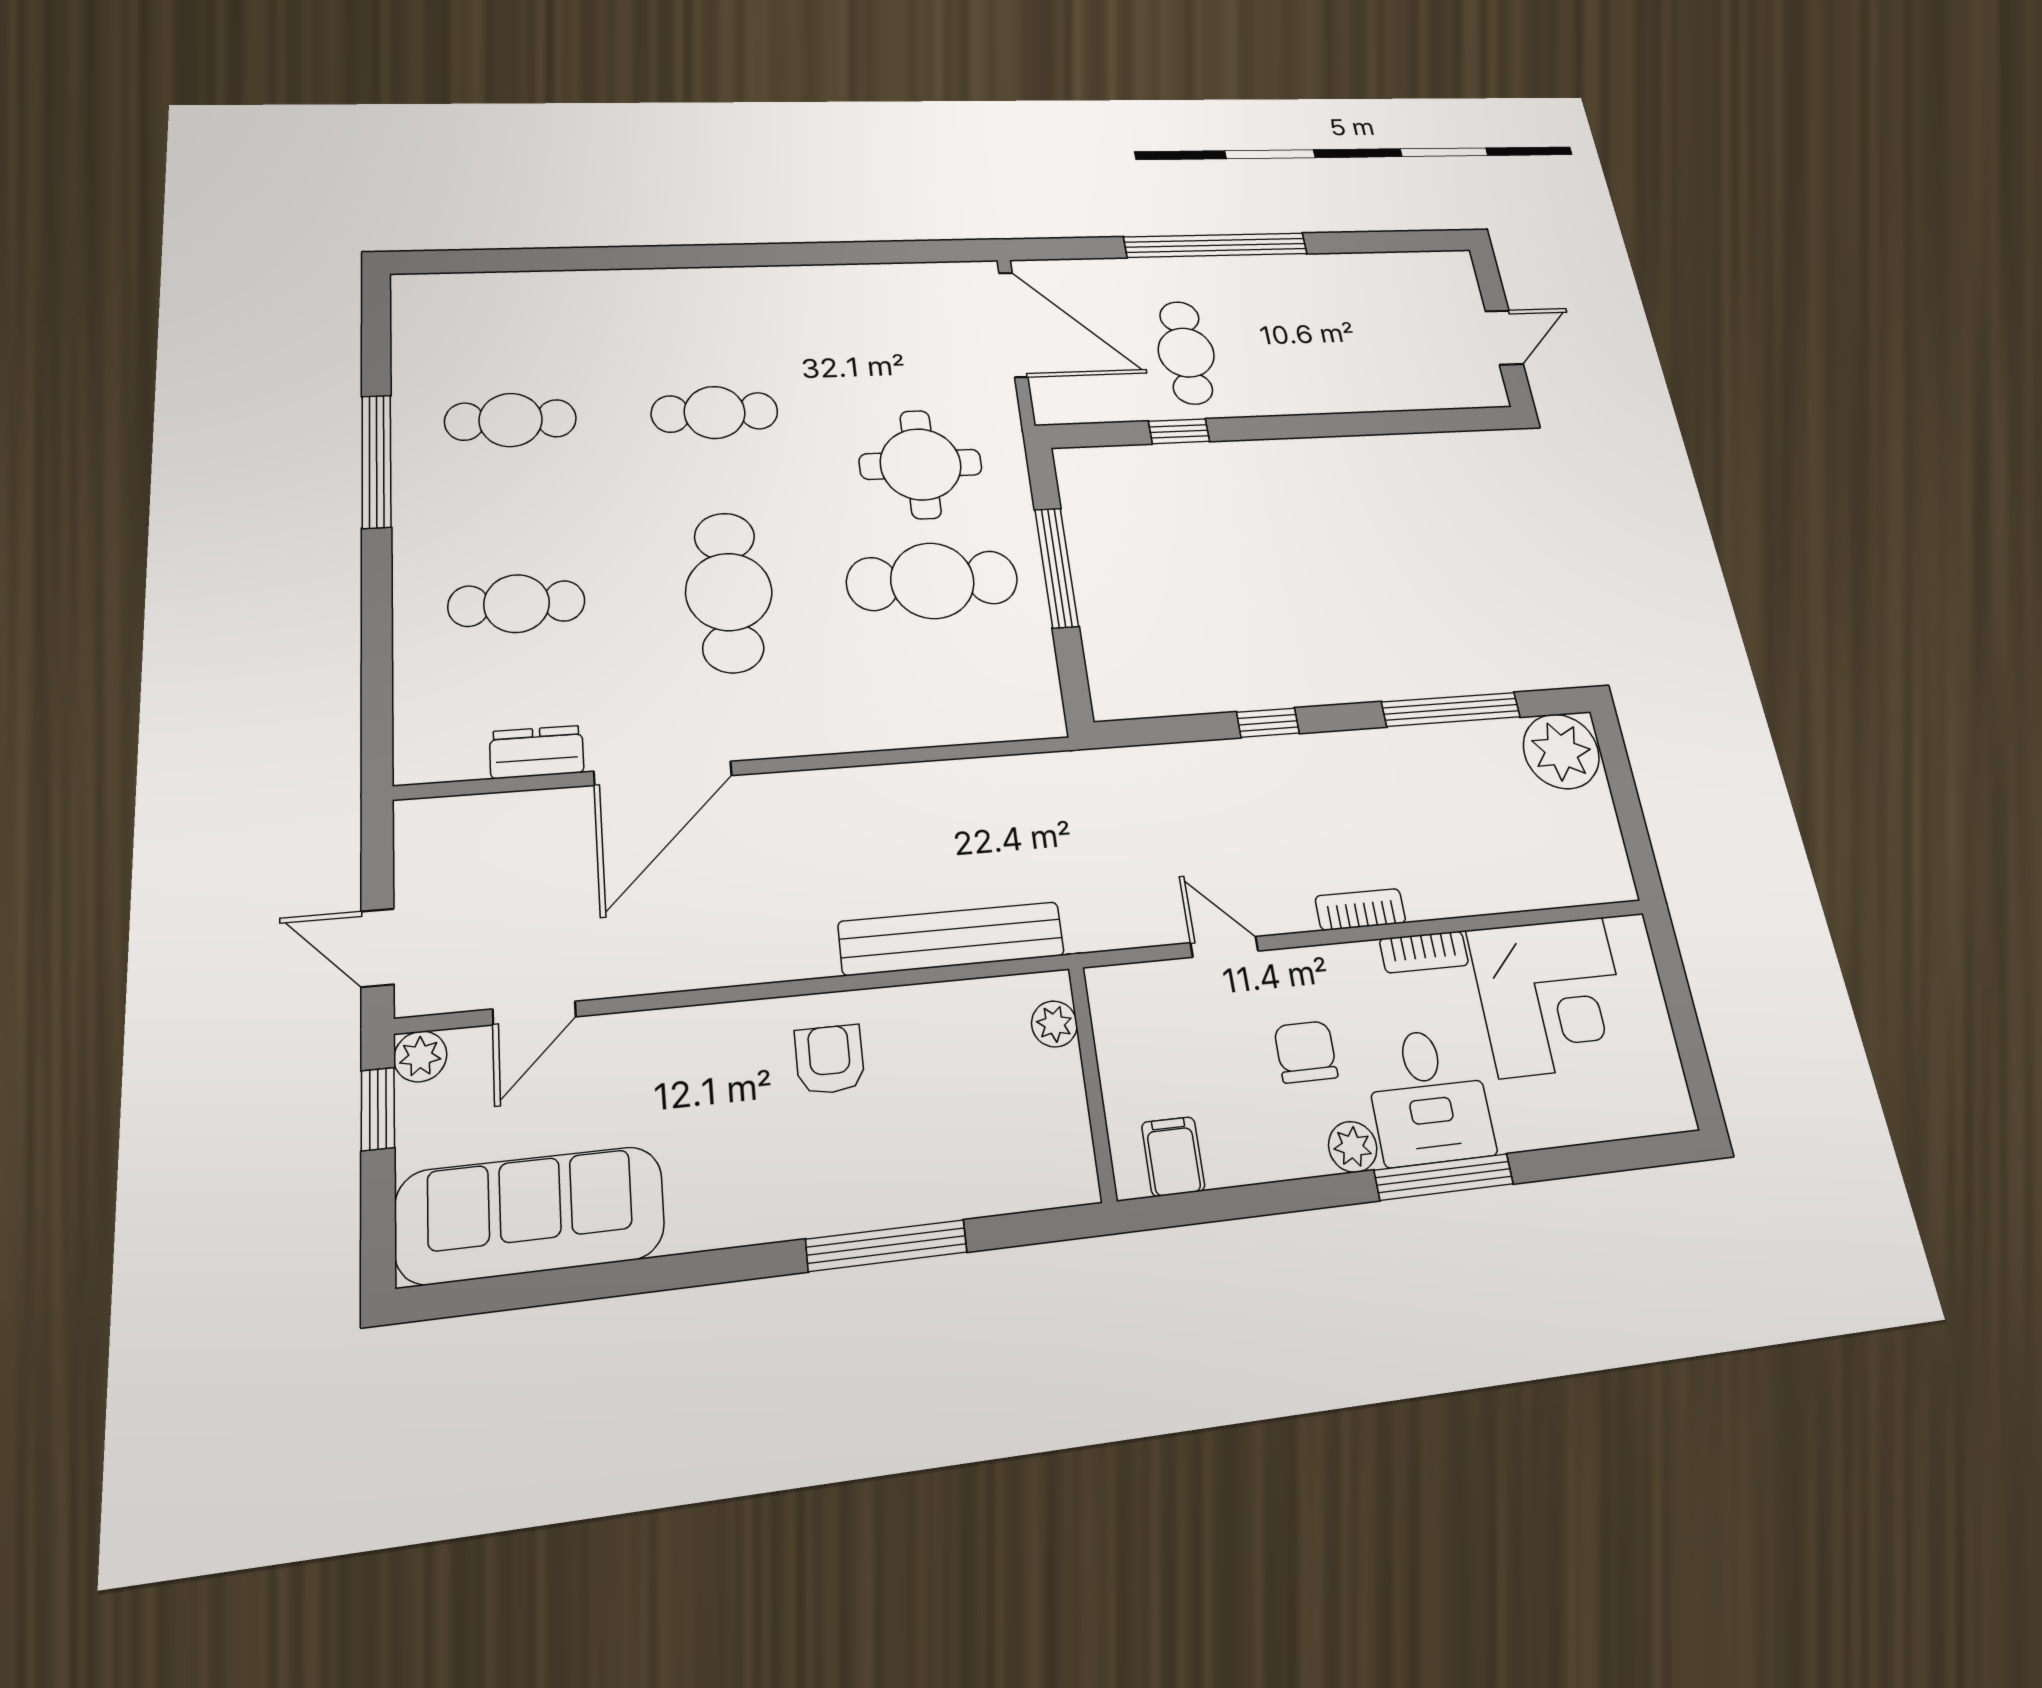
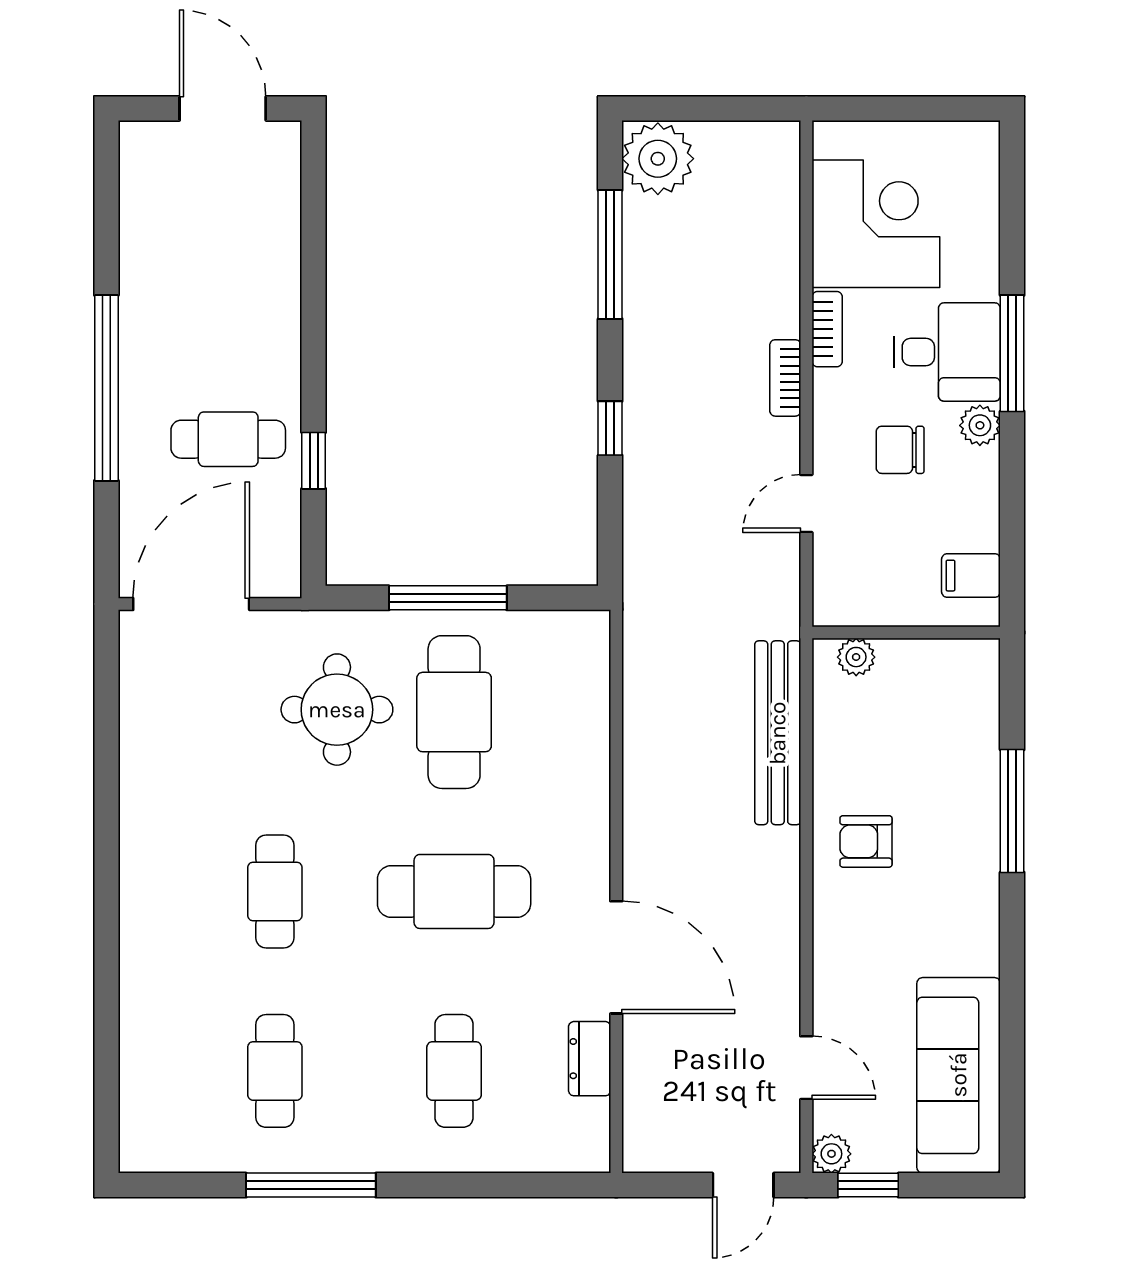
door: (1504, 337) -> (223, 108), width x1.38

